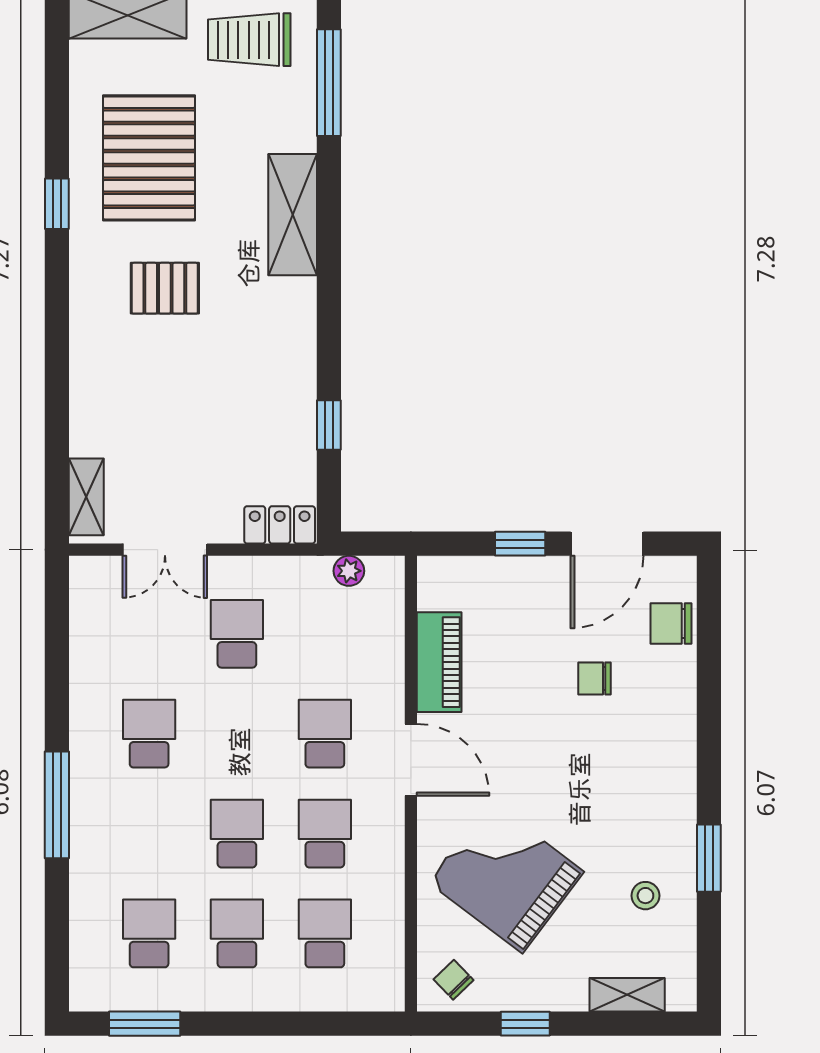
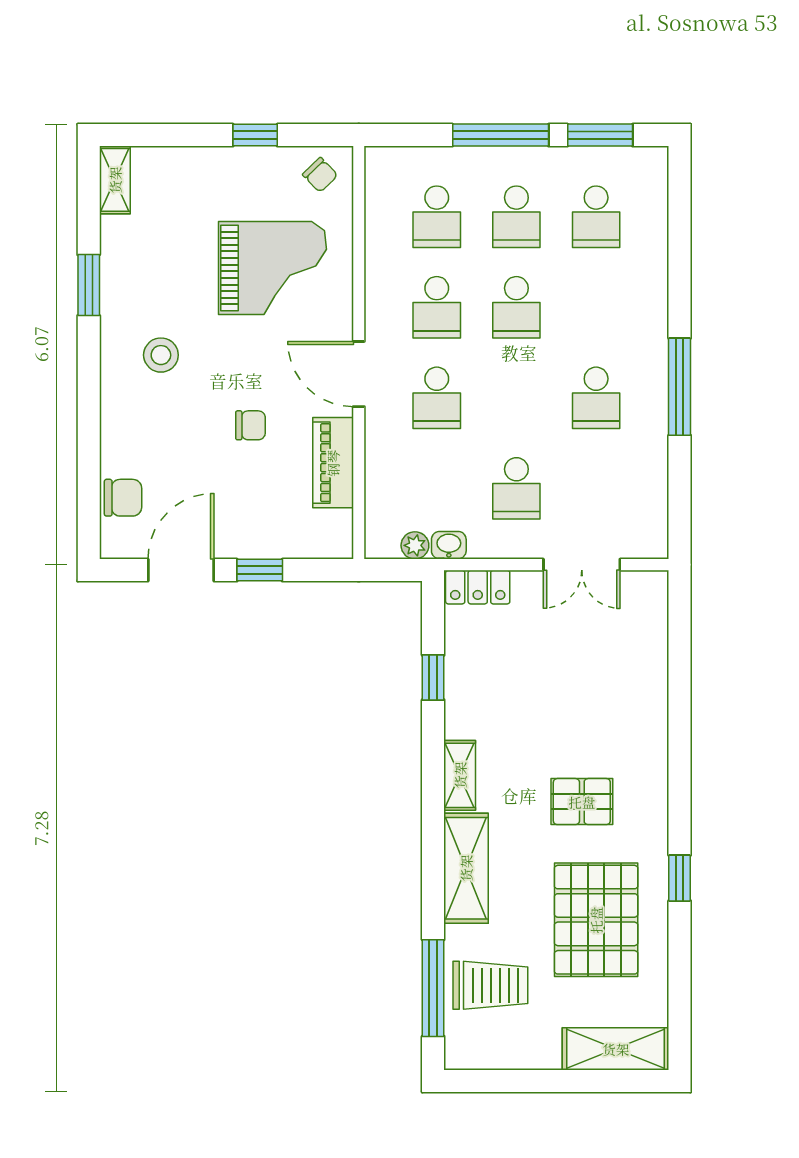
trolley: (249, 40) -> (490, 985), moved
shelving: (86, 497) -> (460, 775), moved
double door: (165, 550) -> (582, 565), swing flipped
washbasin: (311, 571) -> (449, 545), added
chair: (594, 679) -> (251, 425), moved
window: (57, 805) -> (680, 387), moved
grand piano: (506, 877) -> (273, 268), turned -37
stool: (645, 896) -> (161, 355), moved, width x1.37, depth x1.37
shelving: (627, 995) -> (115, 180), moved, turned 90
window: (254, 1024) -> (501, 135), added

